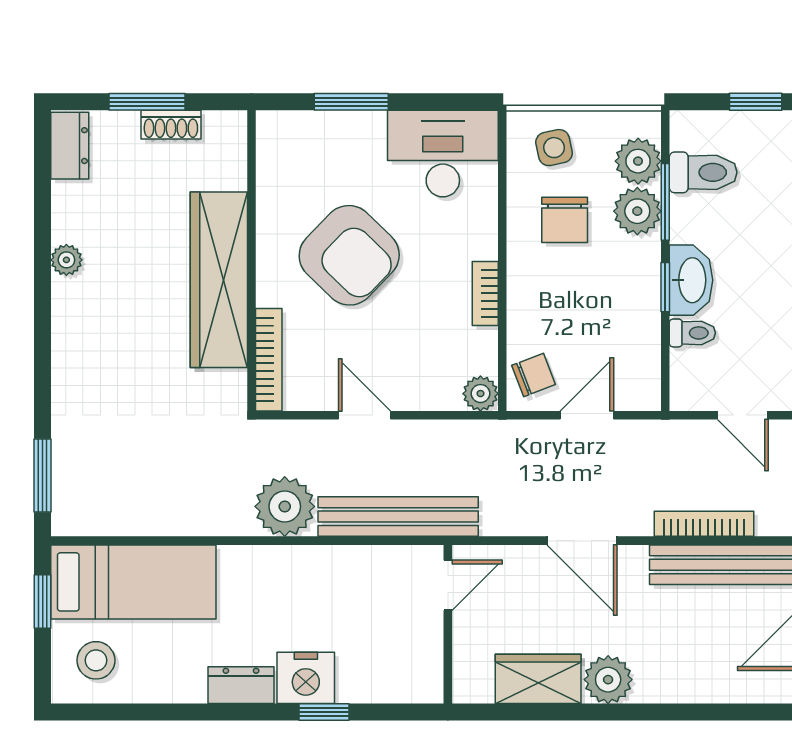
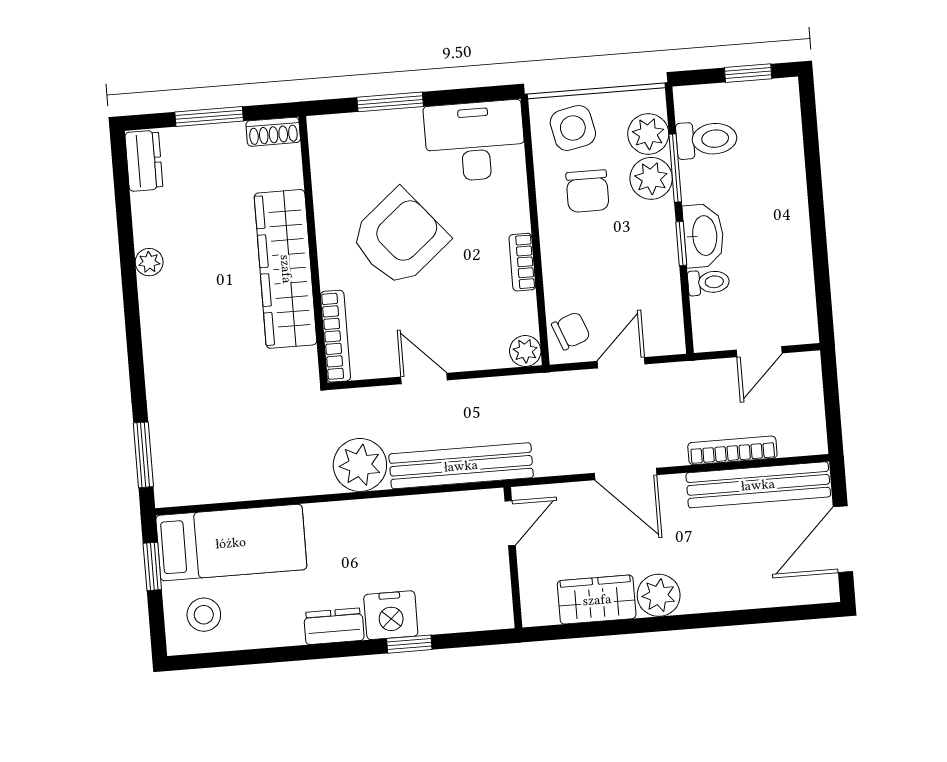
shoe rack: (171, 125) -> (273, 132), moved
side table: (554, 148) -> (573, 128), width x1.37, depth x1.37
armchair: (349, 255) -> (399, 238), turned -84
door: (743, 415) -> (759, 352), hinge flipped

